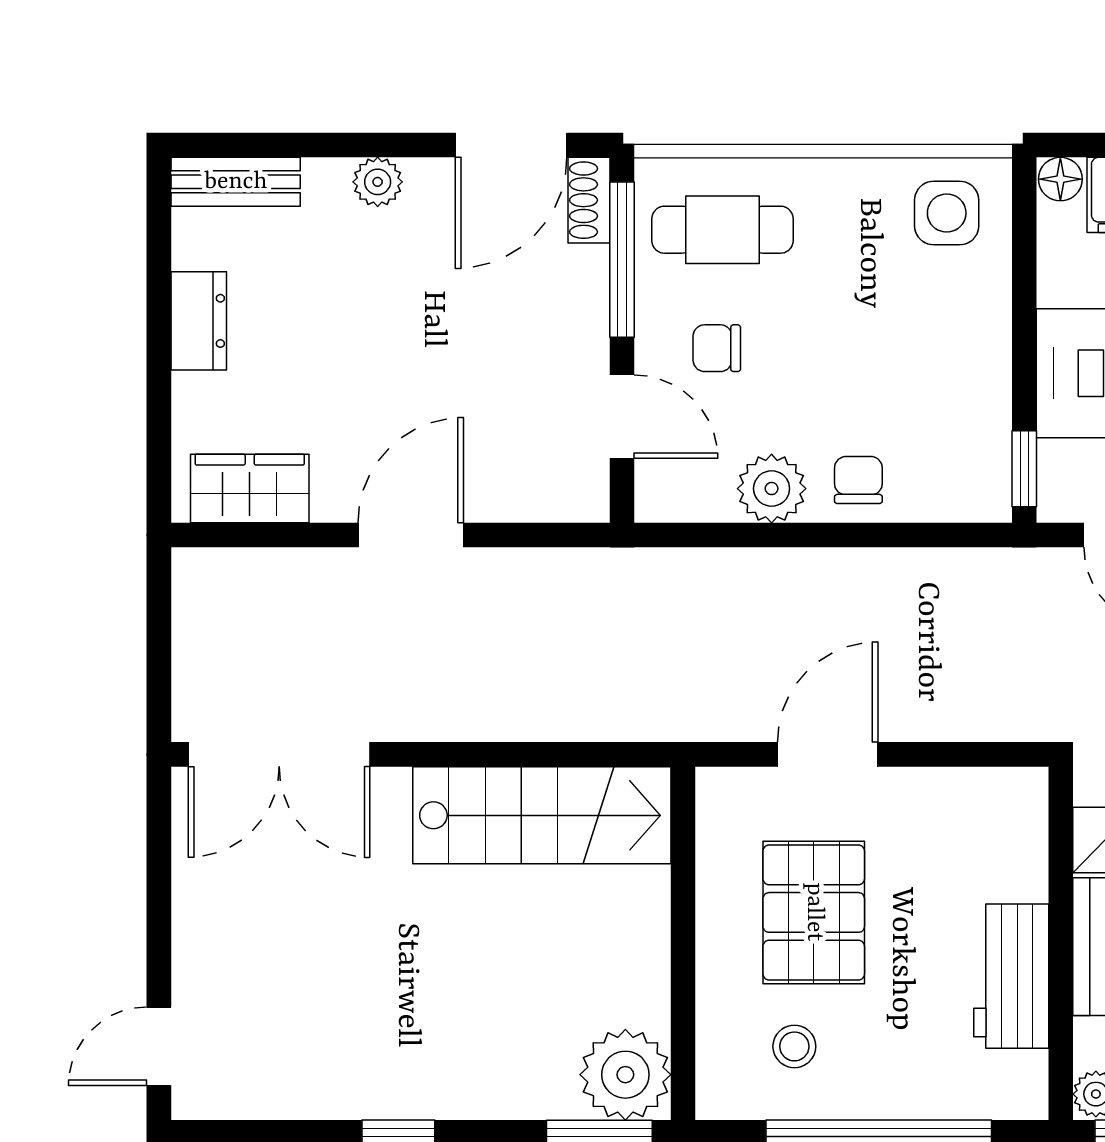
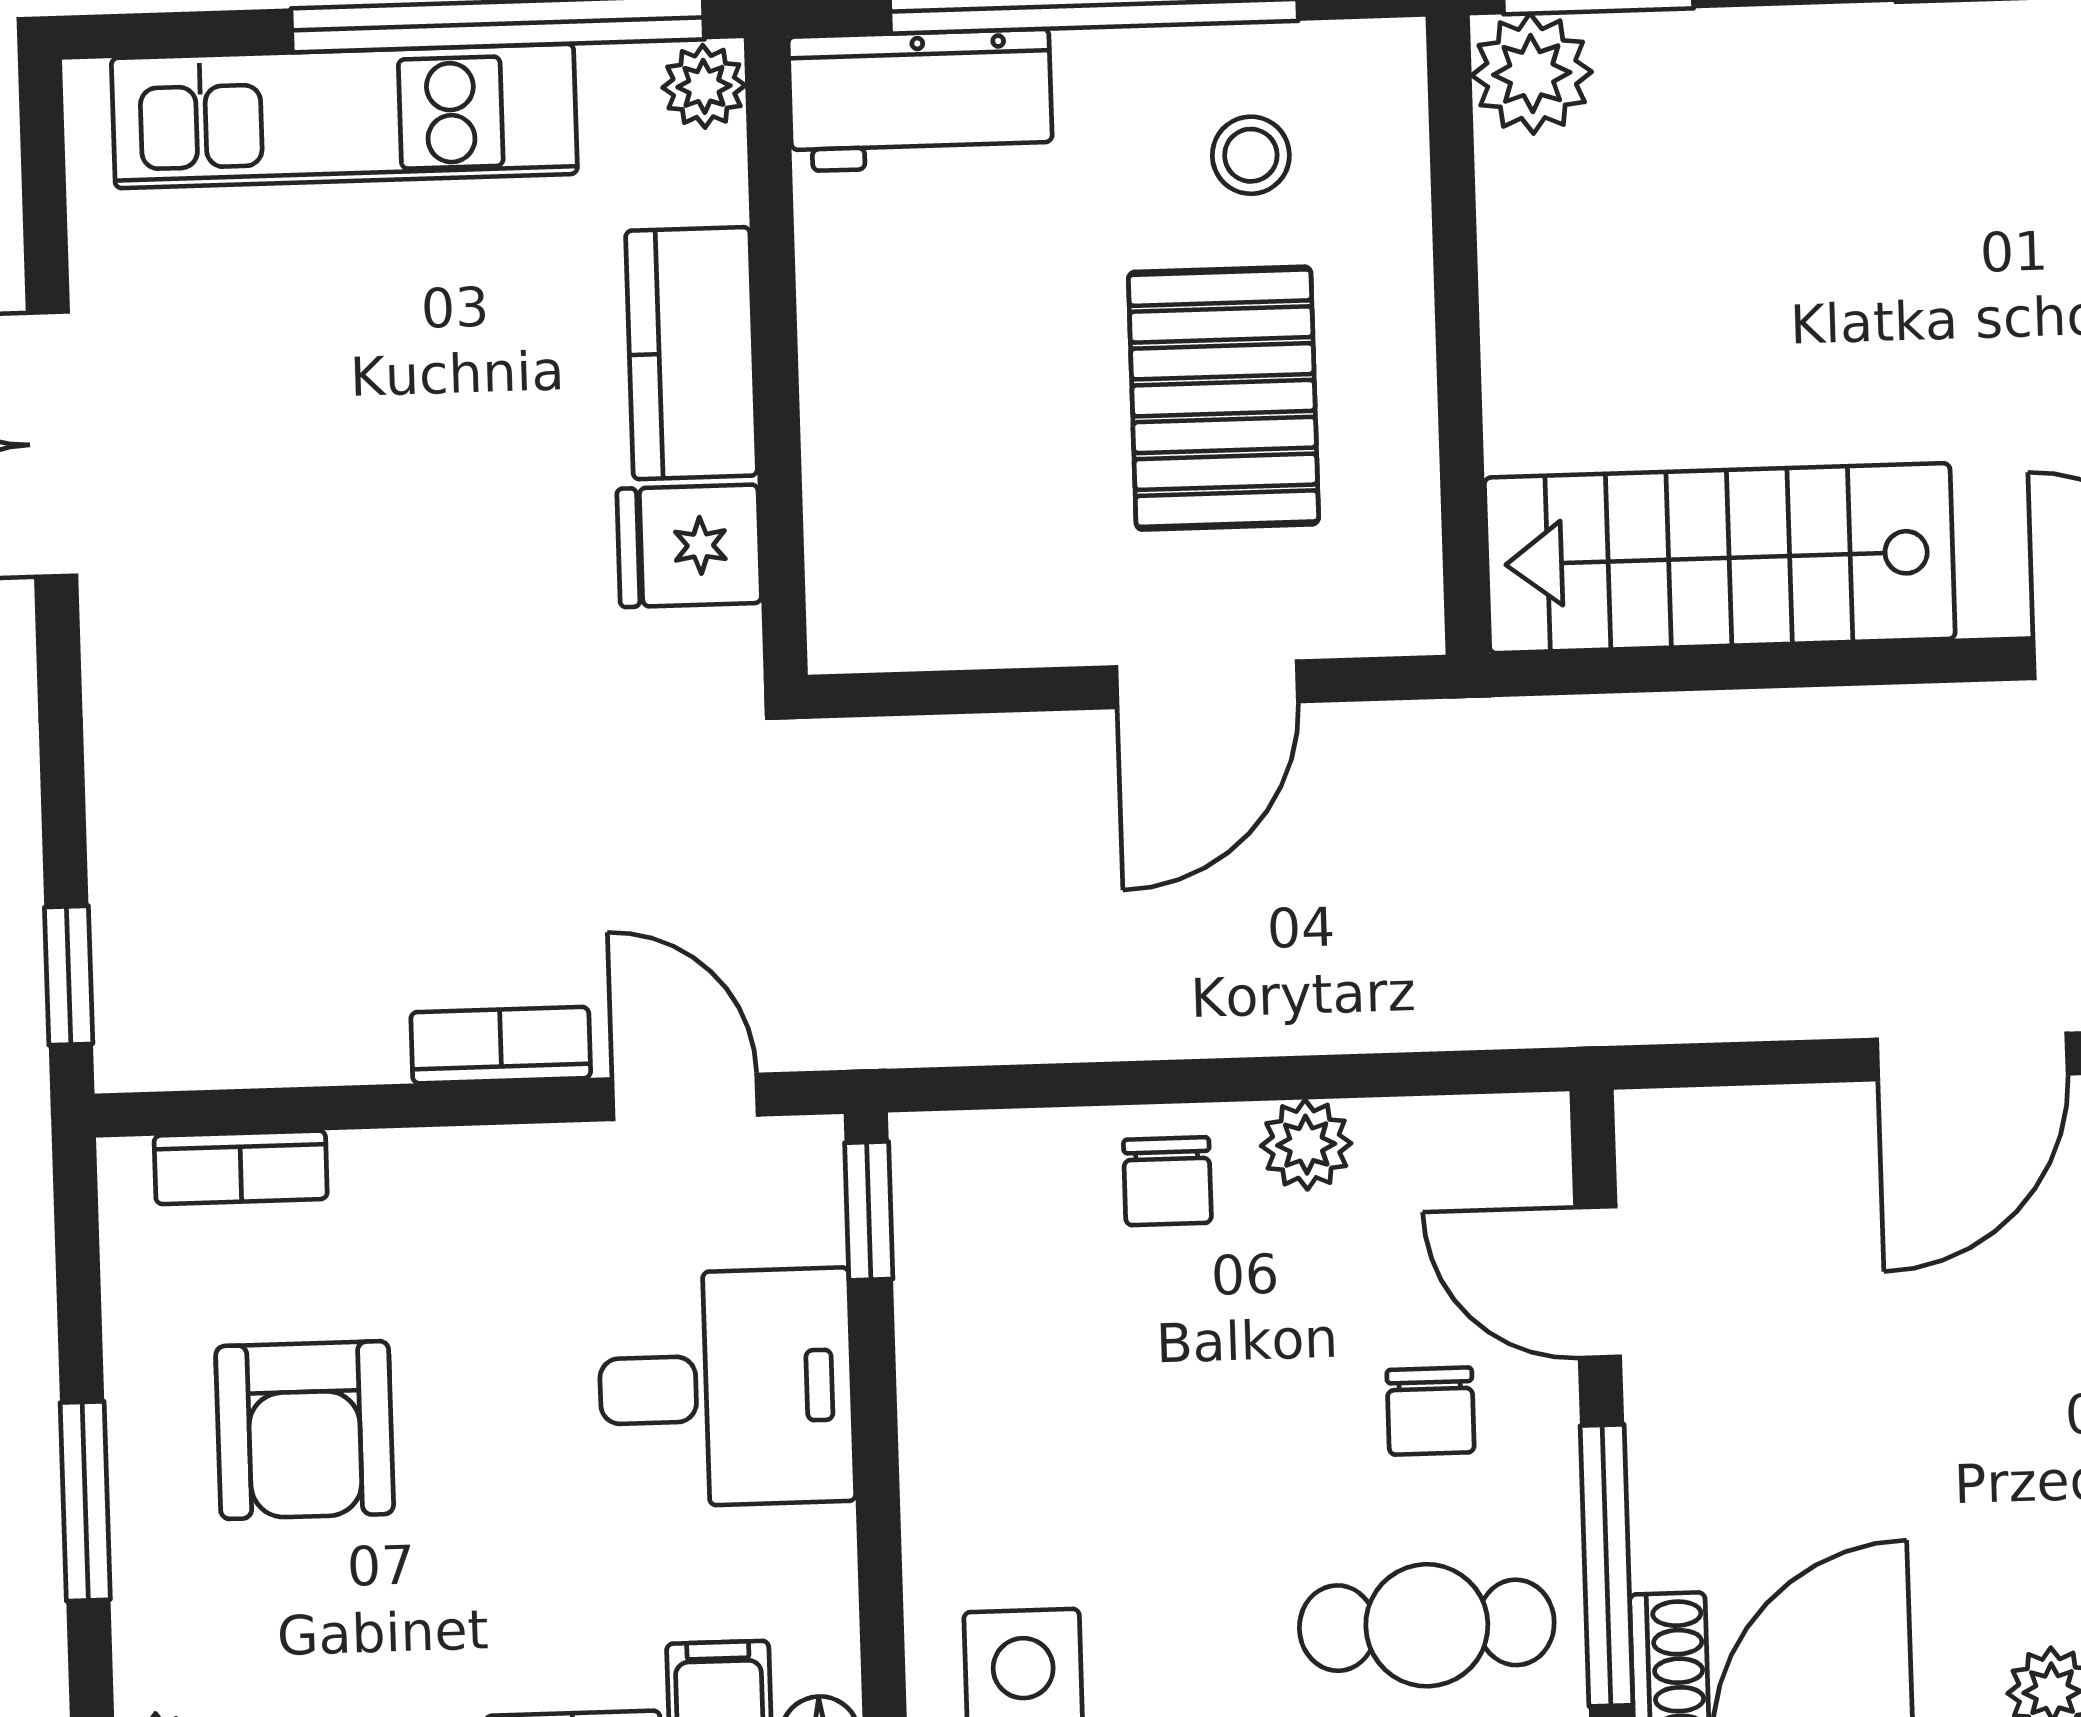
chair: (717, 348) -> (1431, 1411), turned 90
plant: (772, 489) -> (1306, 1145), width x0.73, depth x0.73
workbench: (1011, 976) -> (920, 100), moved, turned 90
plant: (625, 1075) -> (1532, 74), width x0.73, depth x0.73

